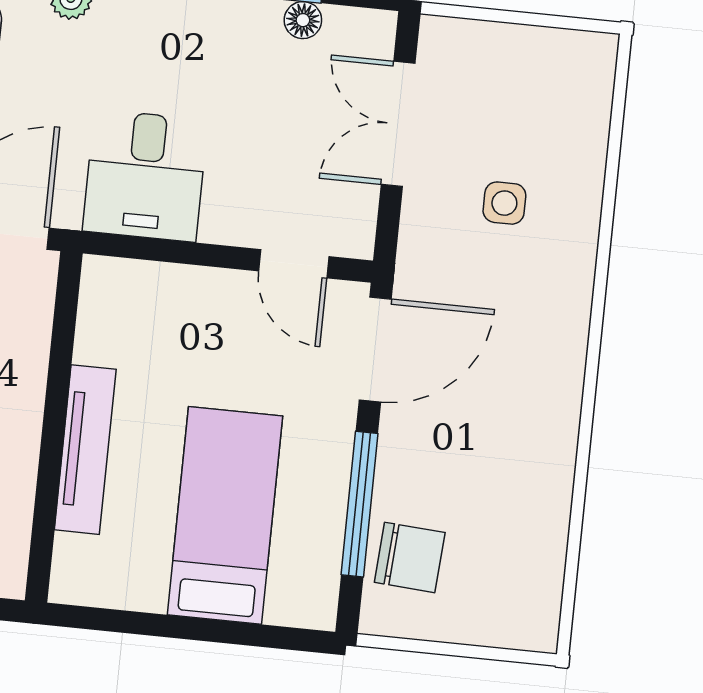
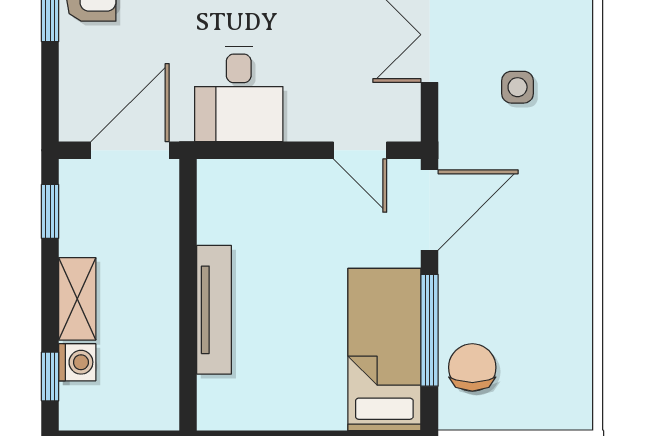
bed: (225, 515) -> (384, 350), moved
chair: (410, 557) -> (472, 367), turned -94

